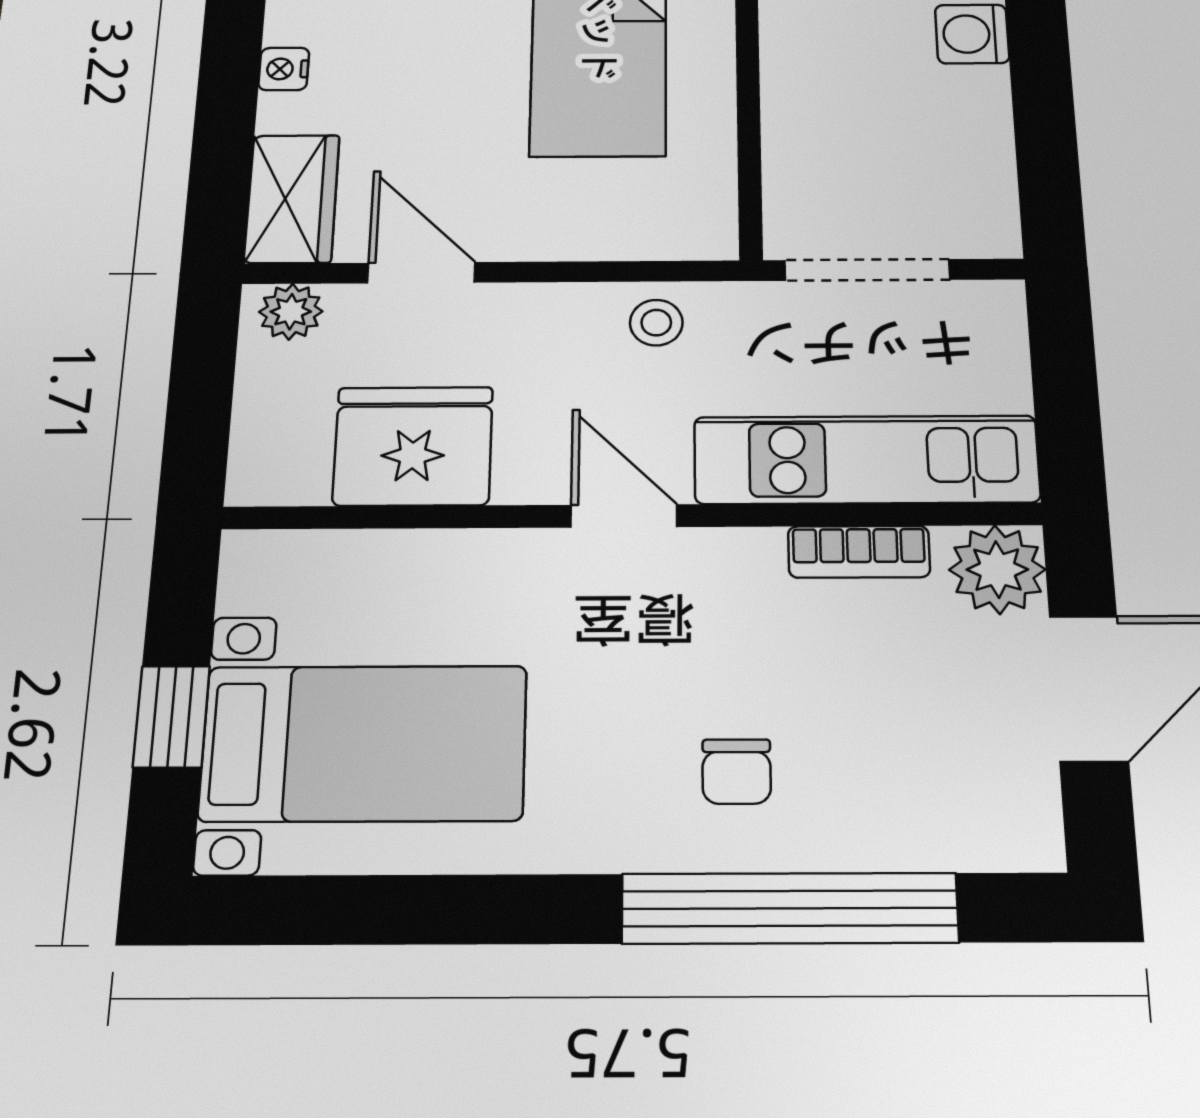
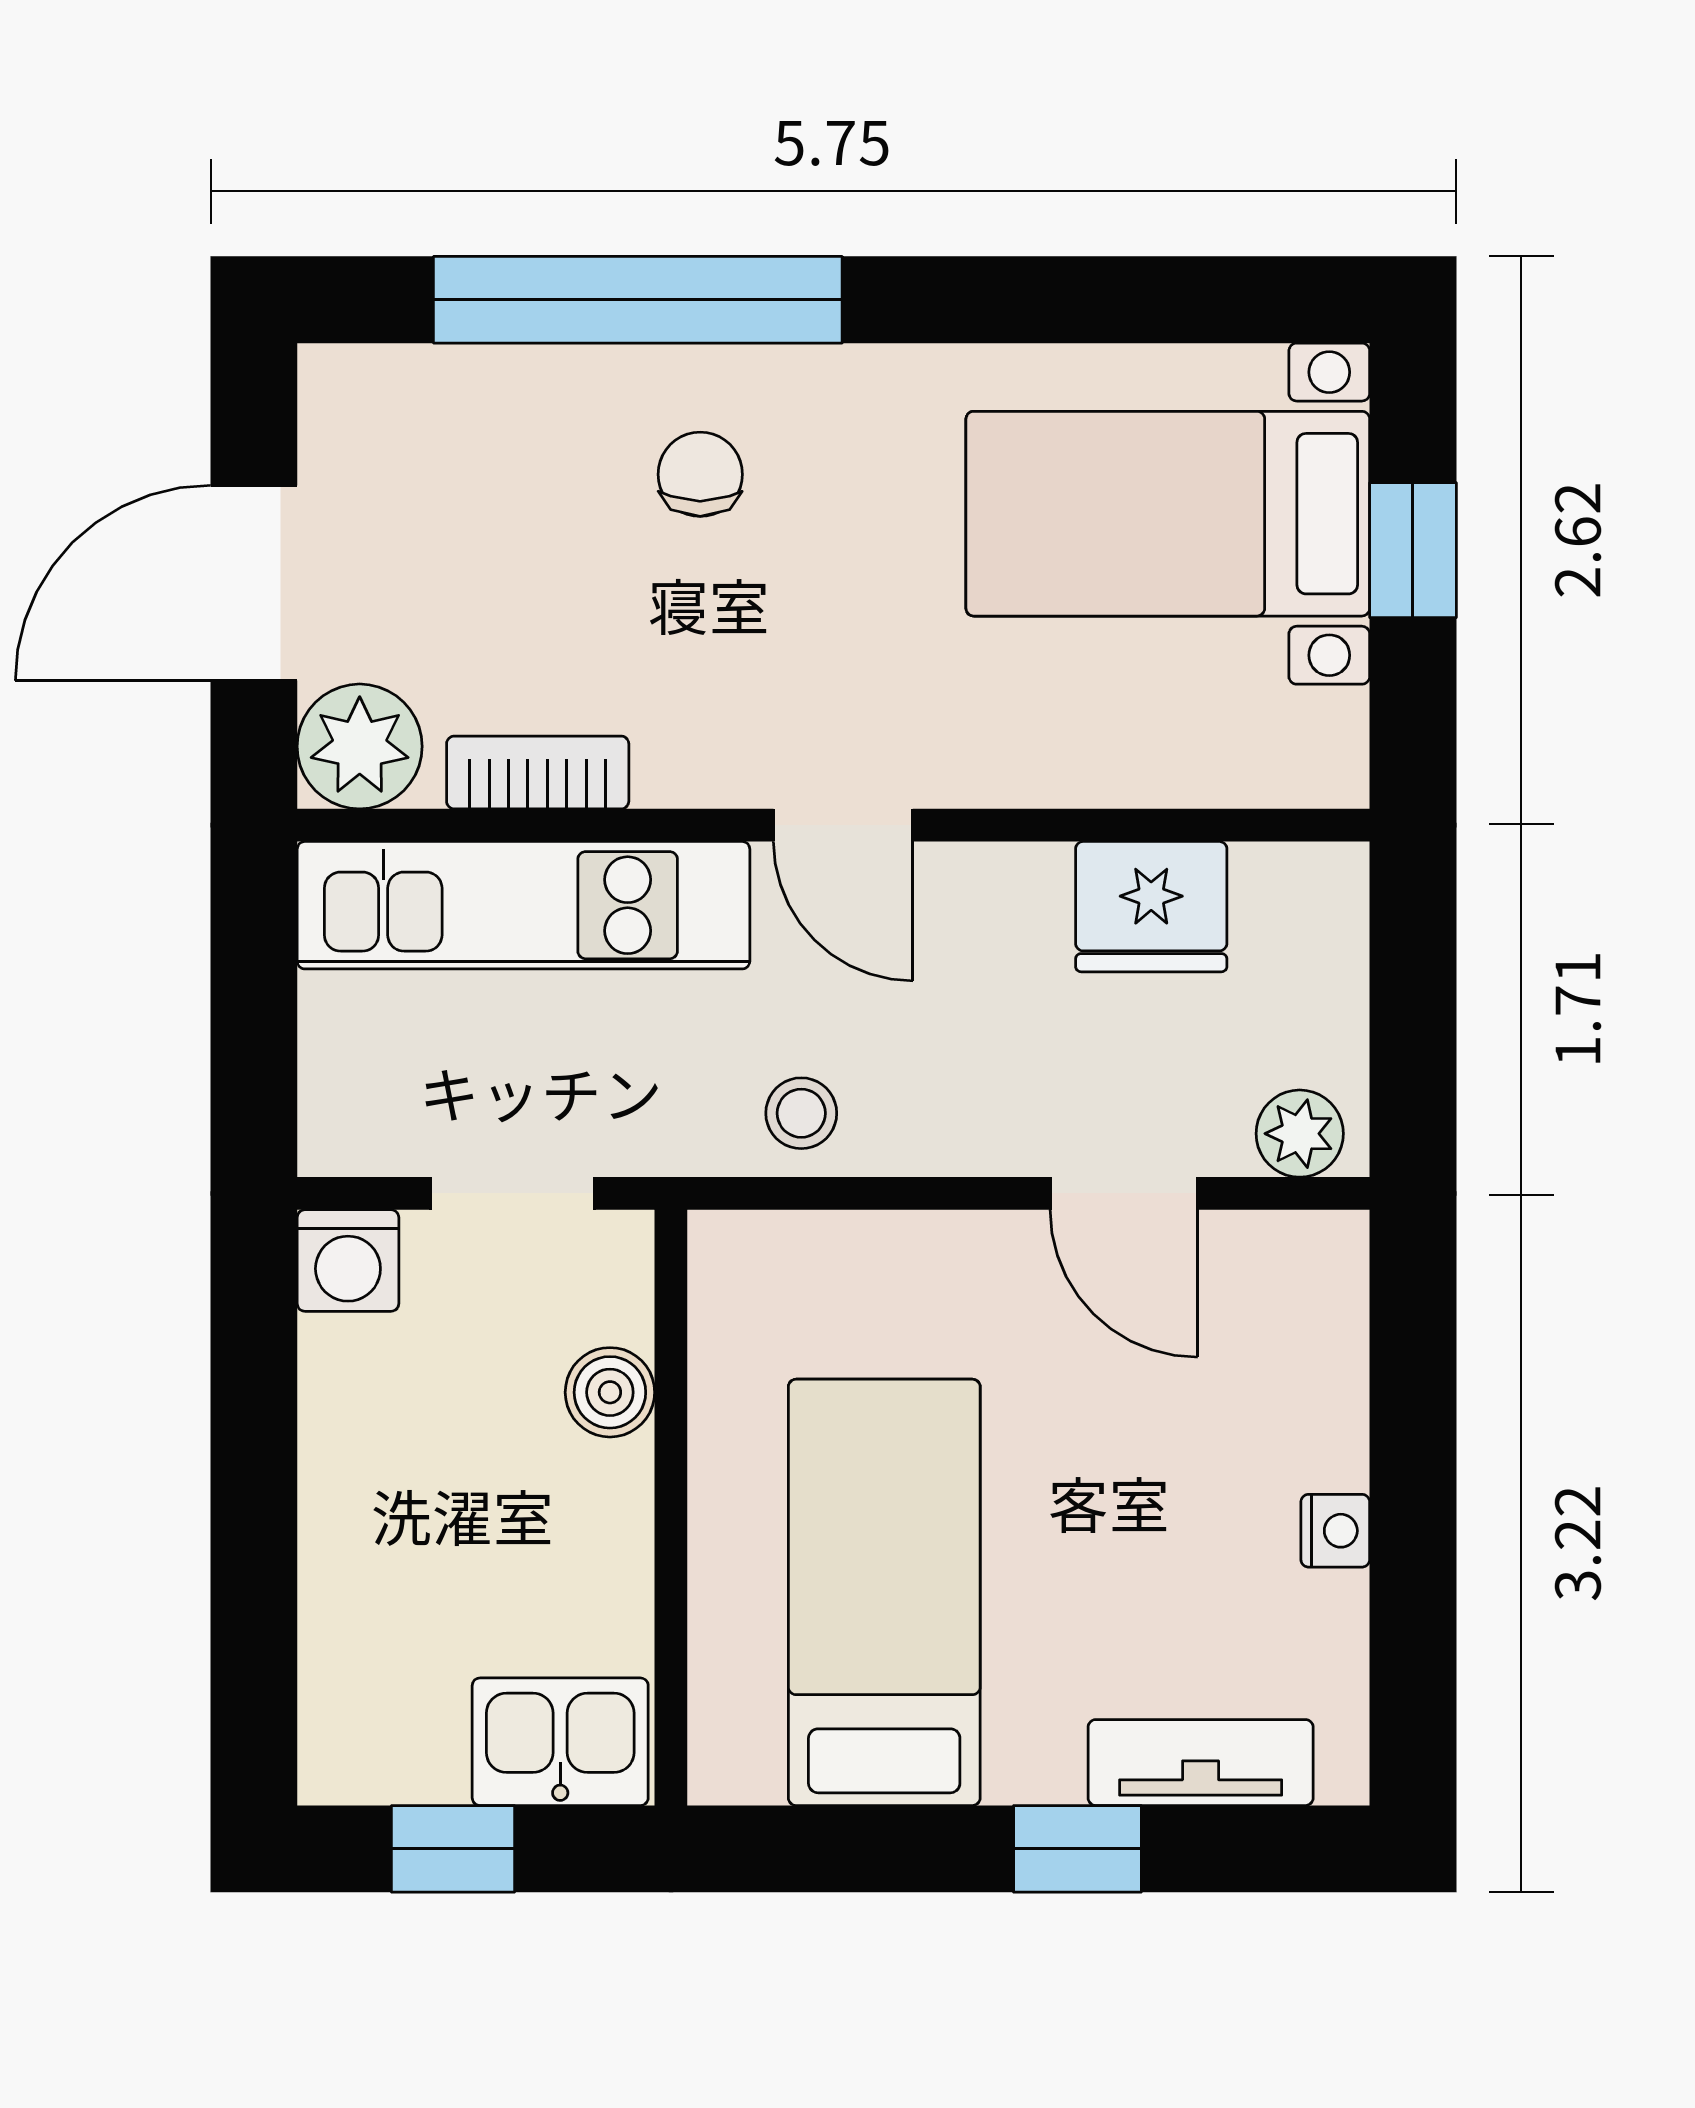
washing machine: (972, 34) -> (348, 1261), moved, turned 90
boiler: (793, 148) -> (610, 1392), added
wardrobe: (292, 199) -> (1309, 1314), removed
doorway: (867, 270) -> (512, 1193), width x0.73
fridge: (413, 446) -> (1151, 907), width x0.73, depth x0.75

